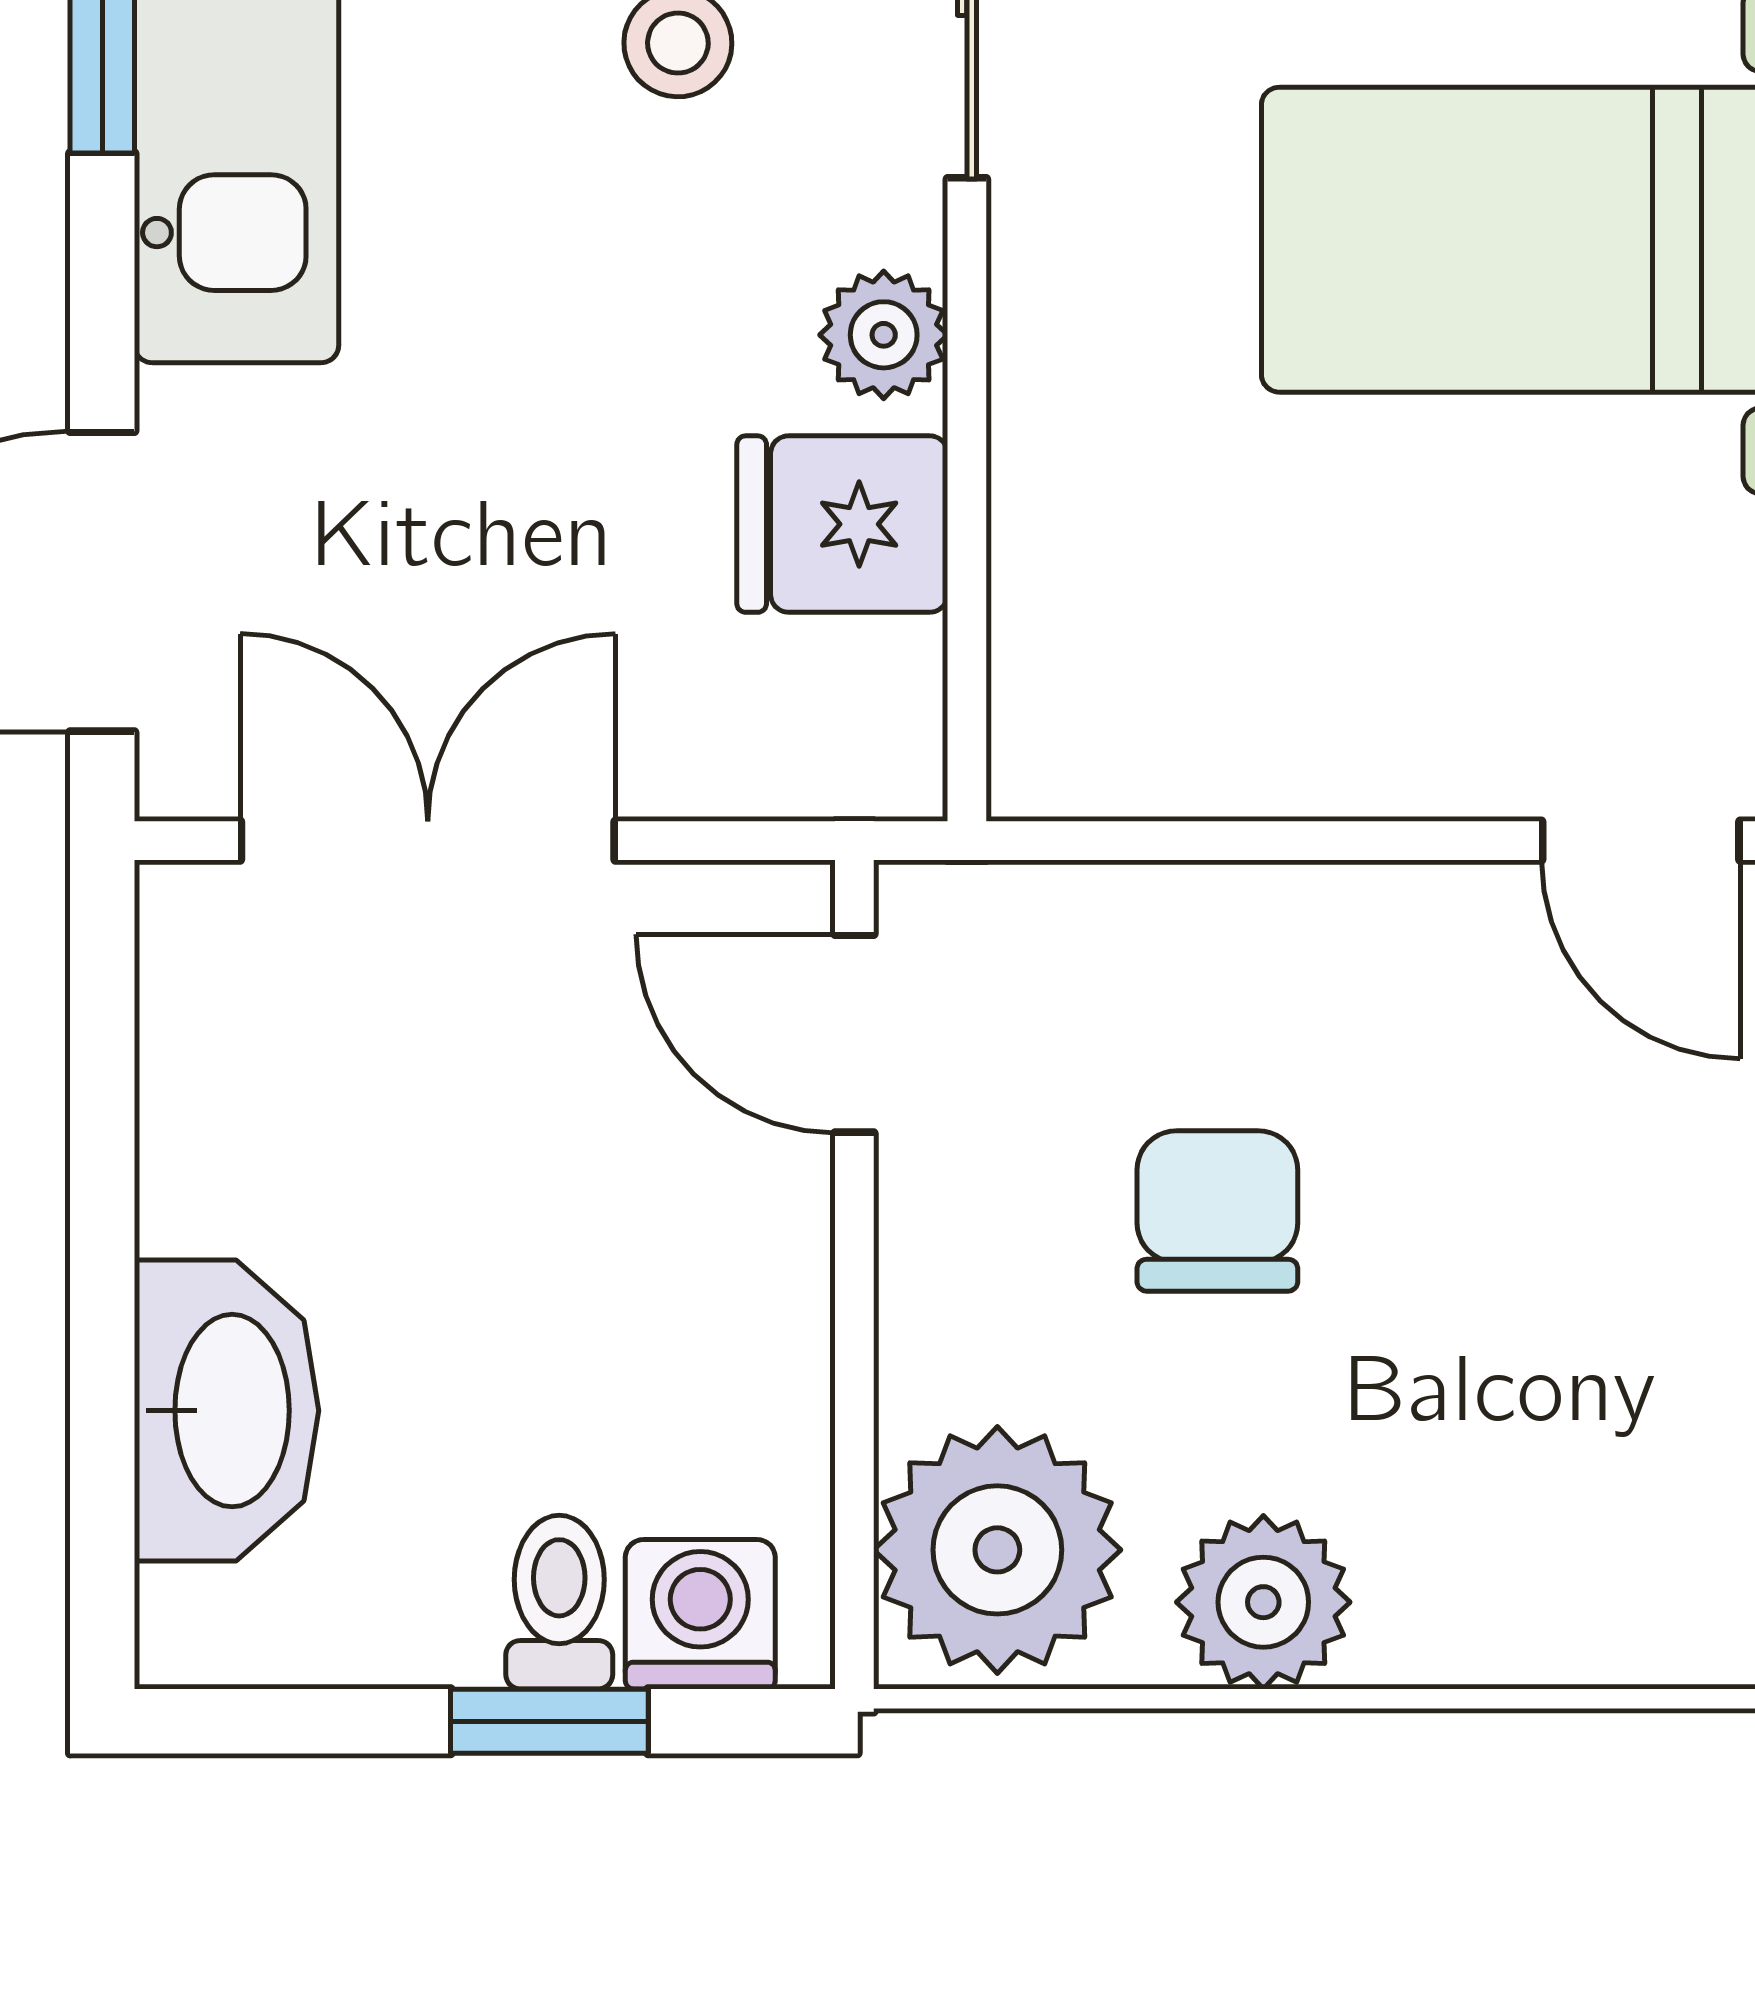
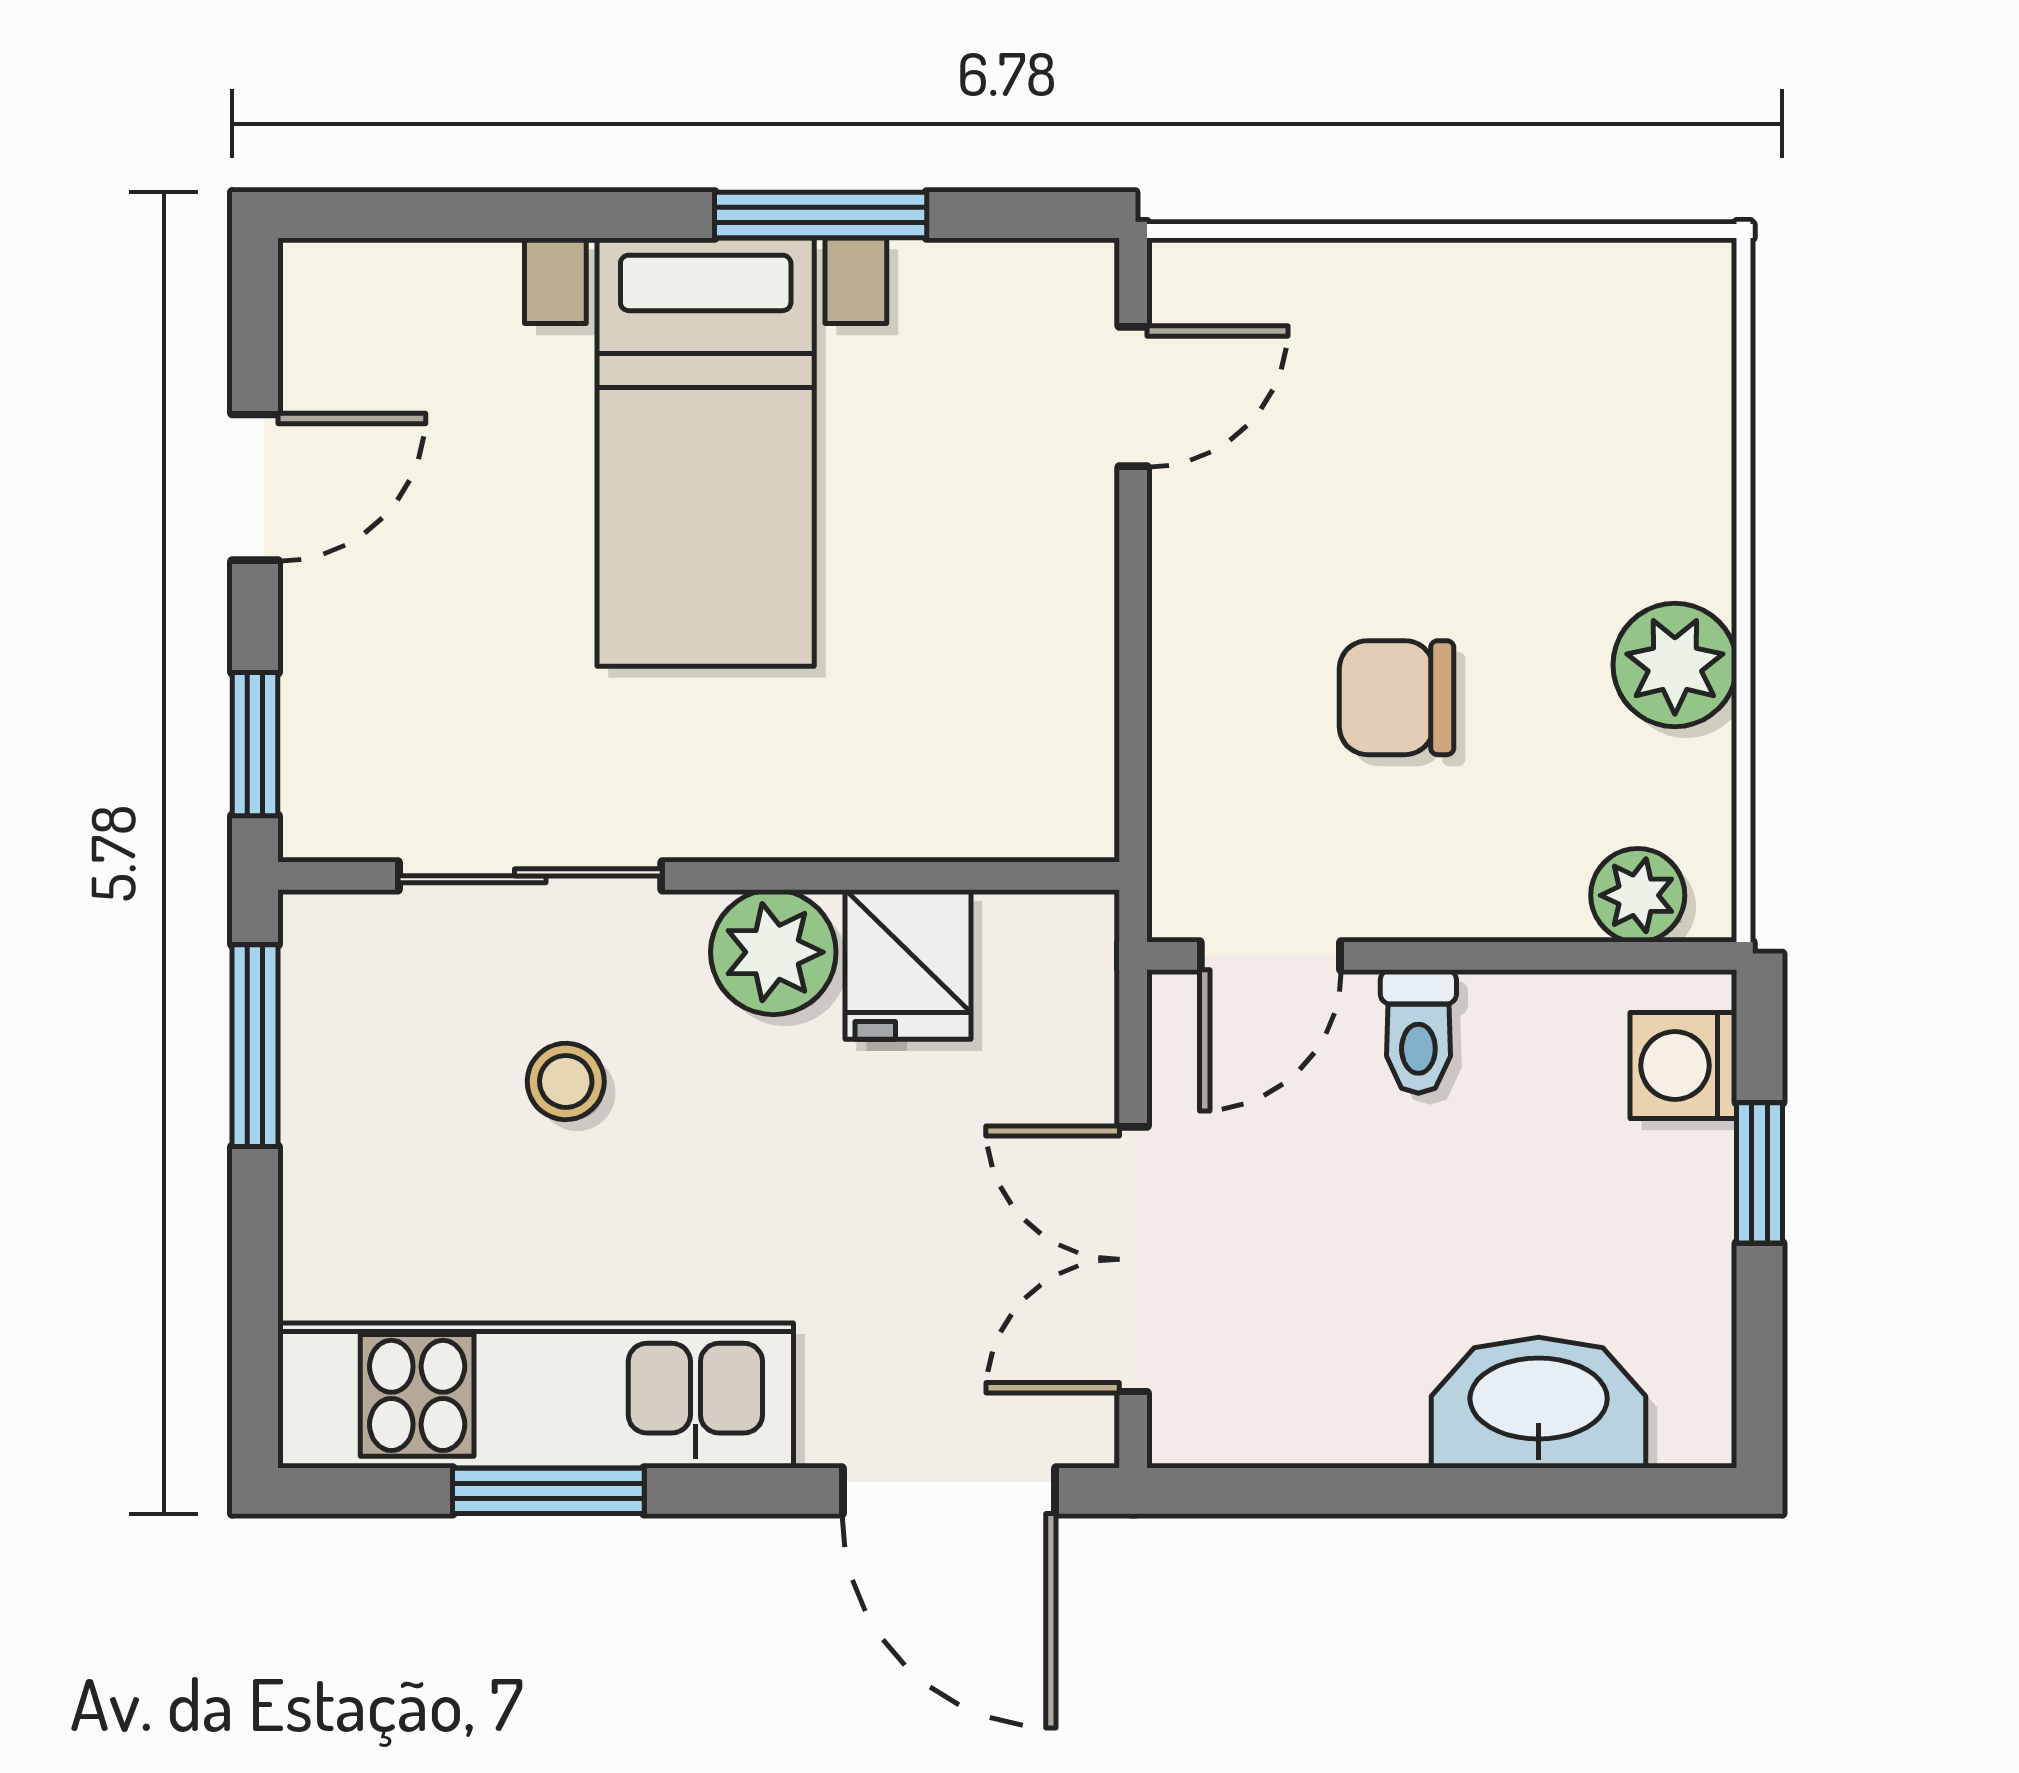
plant: (884, 335) -> (773, 952), width x1.38, depth x1.38
plant: (997, 1550) -> (1638, 895), width x0.53, depth x0.53
toilet: (559, 1602) -> (1418, 1031), moved, turned -90

